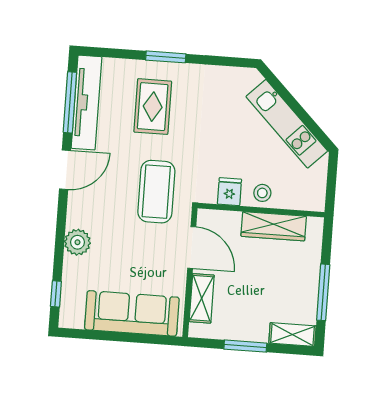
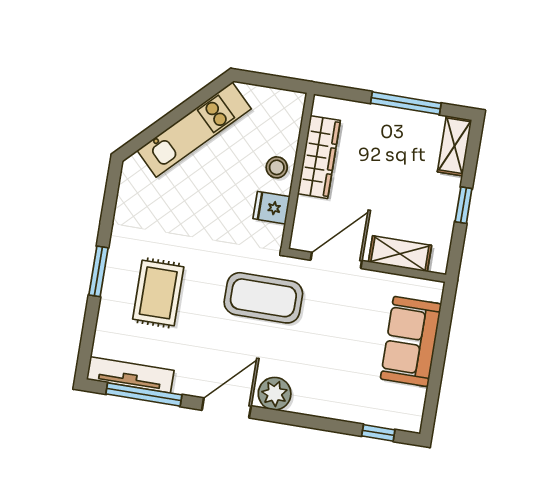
tv unit: (87, 103) -> (130, 375), width x0.73, depth x0.78
rug: (153, 107) -> (158, 293), turned 90
door: (65, 170) -> (226, 408), hinge flipped
plant: (77, 242) -> (275, 394), moved
sofa: (132, 313) -> (411, 341), width x0.73
window: (245, 346) -> (464, 205), width x0.67

